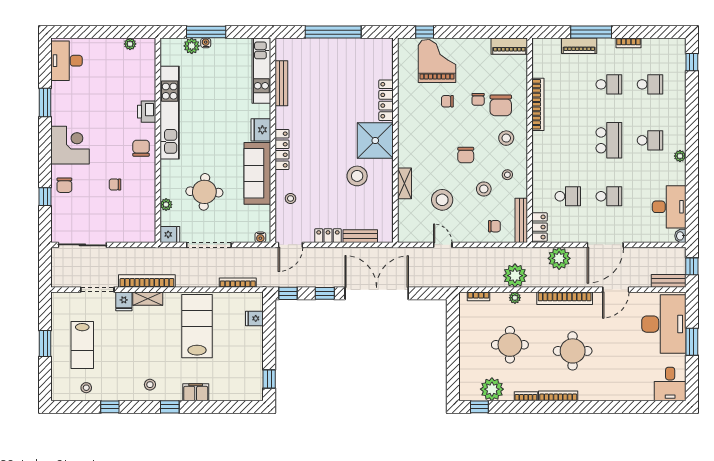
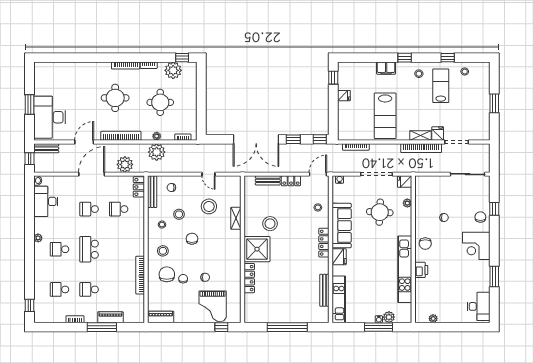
fridge: (254, 318) -> (344, 96), moved
lab bench: (82, 345) -> (441, 86), moved
desk: (670, 384) -> (45, 74), removed

